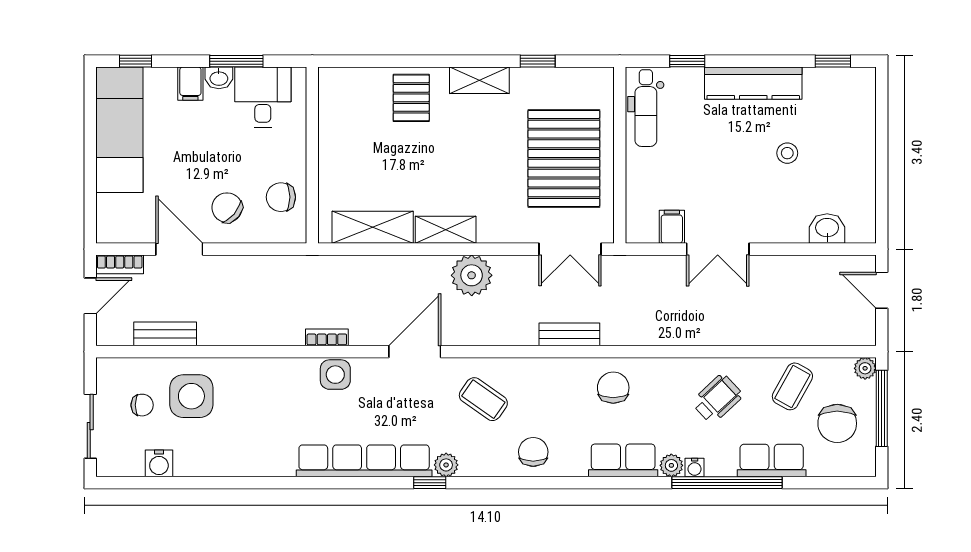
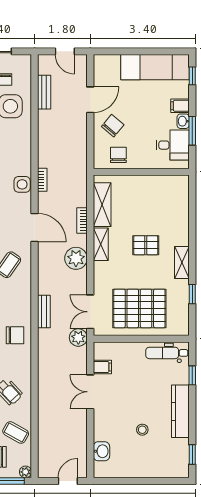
pallet: (411, 98) -> (146, 245), moved
bookcase: (120, 264) -> (82, 220), moved
plant: (618, 271) -> (78, 338), added

